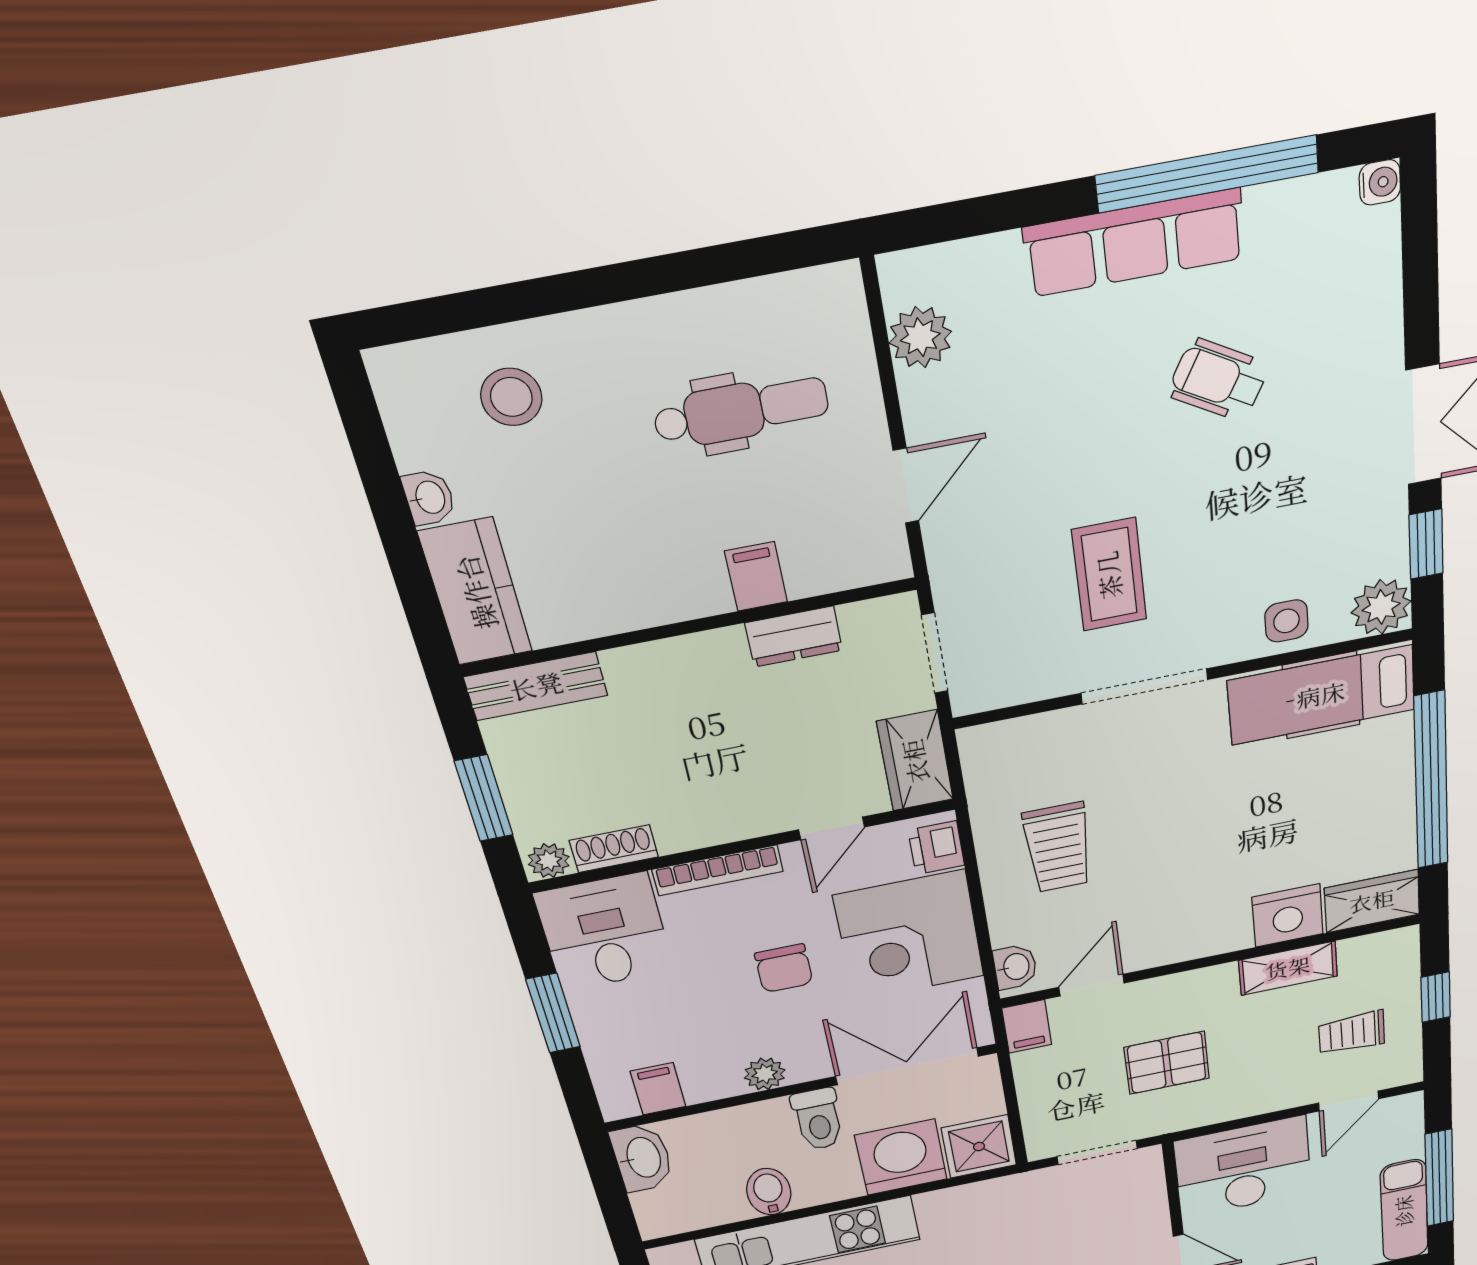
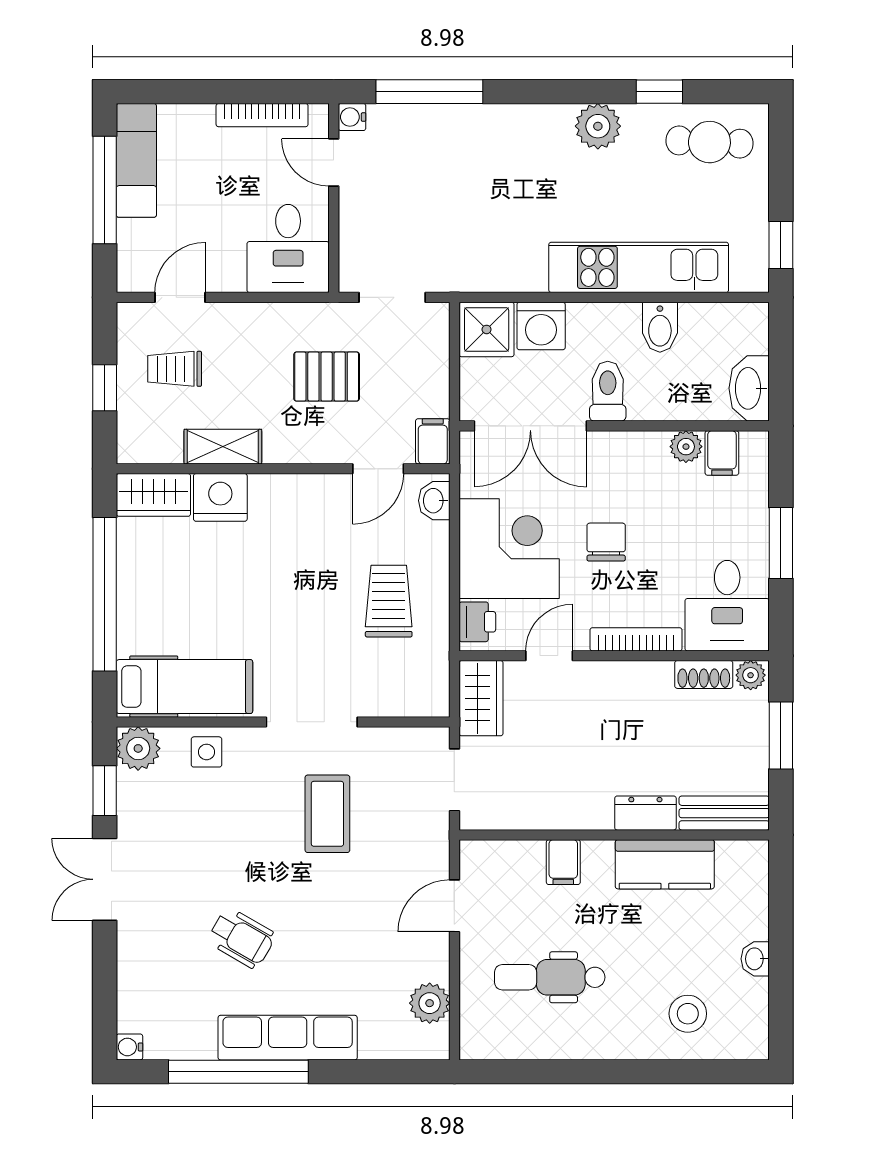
kitchen counter: (476, 592) -> (665, 864), moved, turned -90
dresser: (794, 637) -> (645, 813), moved
trolley: (1352, 1033) -> (175, 369), turned 180
plant: (765, 1074) -> (686, 447), moved
washing machine: (901, 1157) -> (541, 326), width x0.73, depth x0.73
desk: (1243, 1167) -> (288, 248), width x0.73

